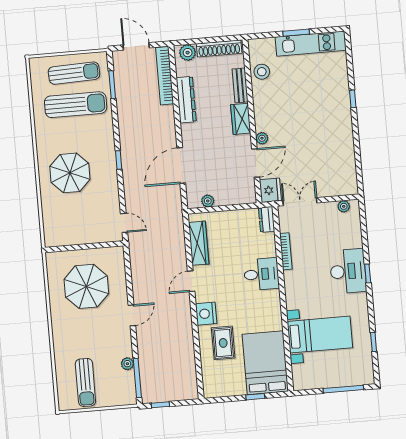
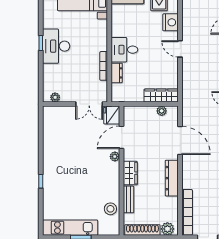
dresser: (186, 100) -> (172, 178), moved
door: (181, 165) -> (180, 141), hinge flipped
dresser: (267, 219) -> (117, 73), moved
wardrobe: (199, 243) -> (161, 96), moved, turned 90
door: (191, 281) -> (180, 49), swing flipped

